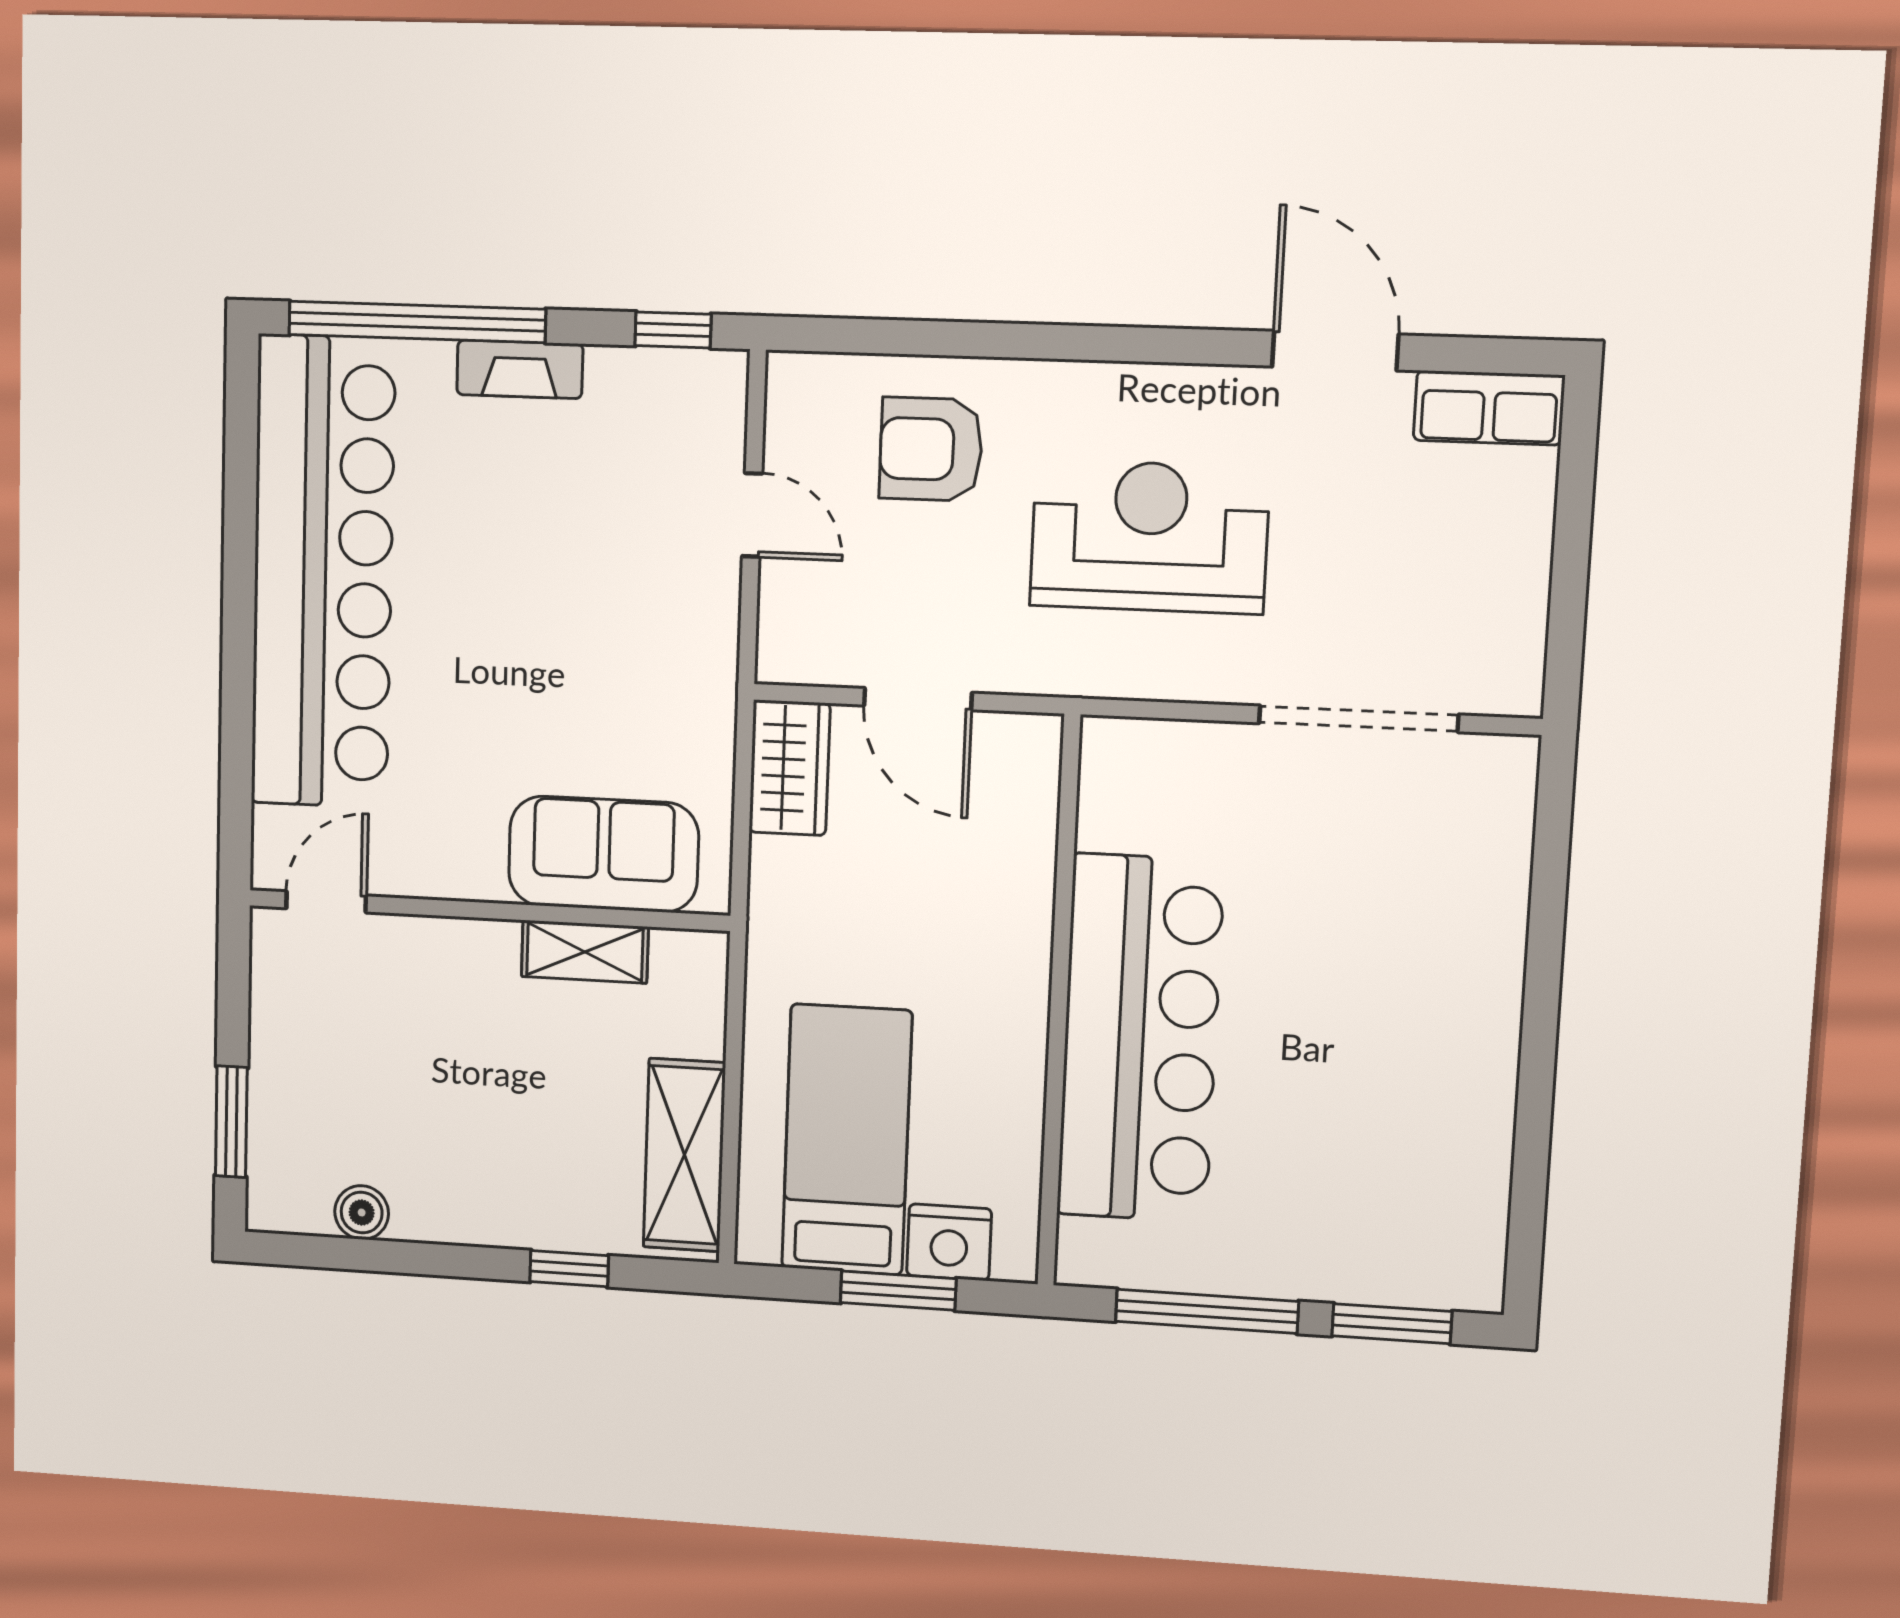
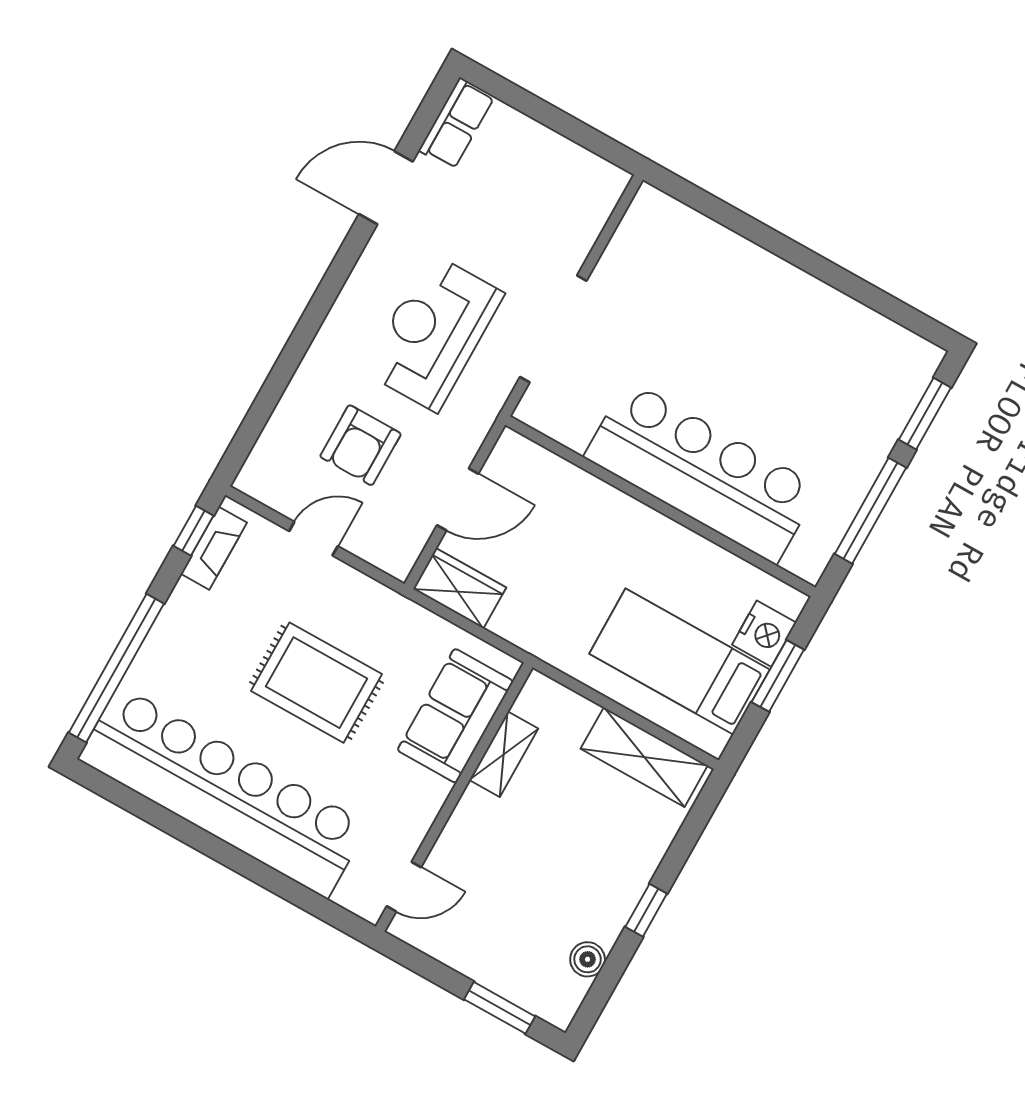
fireplace: (520, 369) -> (214, 548), moved
armchair: (931, 449) -> (361, 445), moved
rug: (547, 628) -> (317, 683), added
doorway: (1359, 719) -> (553, 329), moved
door: (326, 902) -> (404, 887), swing flipped
window: (569, 1269) -> (646, 910), moved

